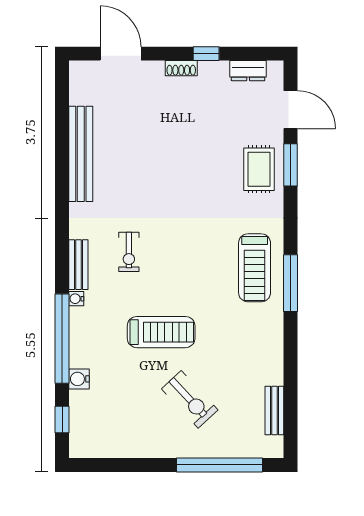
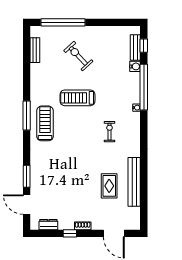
rug: (259, 169) -> (109, 186), moved
bench: (78, 265) -> (135, 48), moved
treadmill: (161, 332) -> (77, 98), moved

